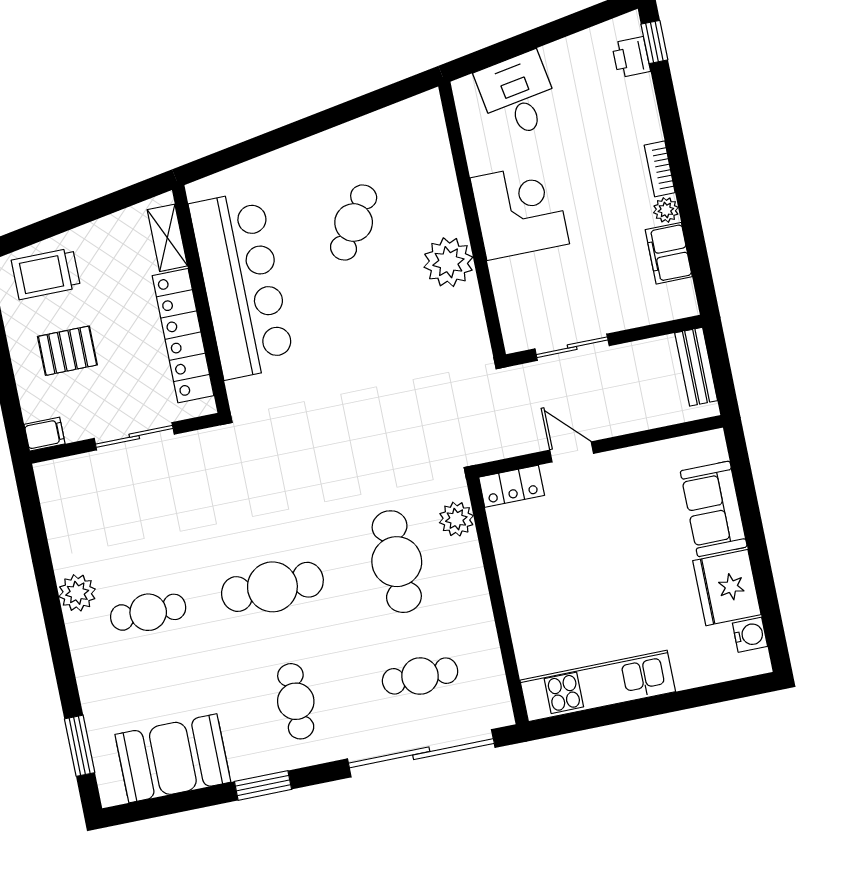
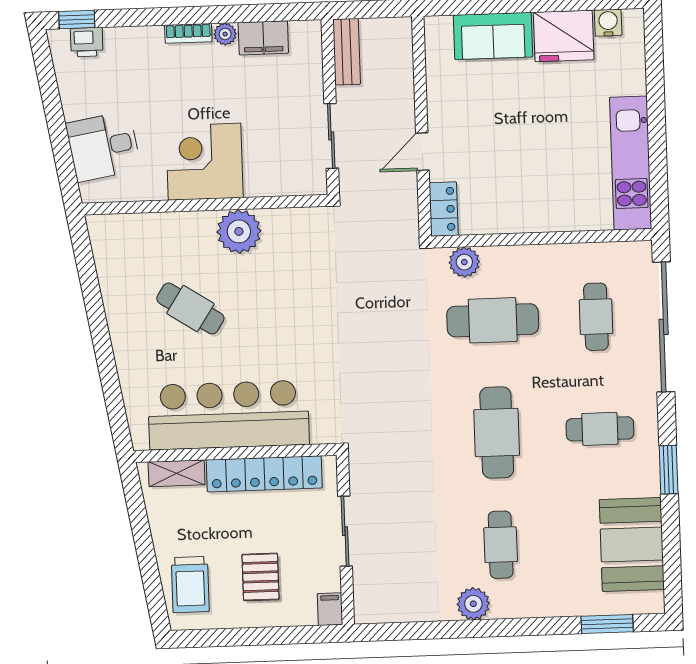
bench: (696, 367) -> (347, 52), moved, turned 90

